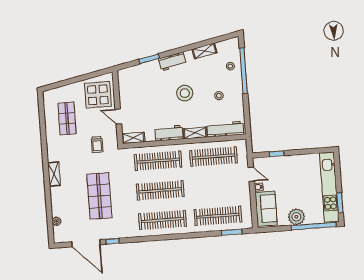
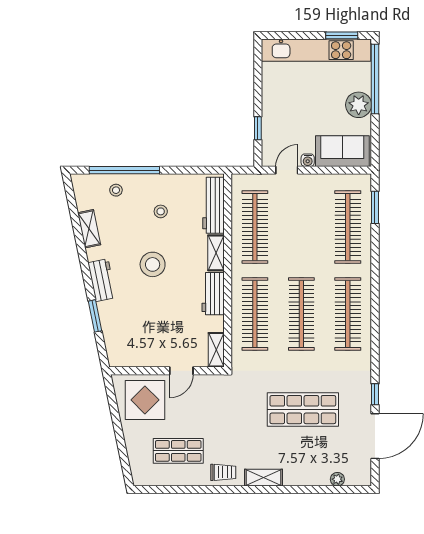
trolley: (97, 145) -> (223, 472), moved

